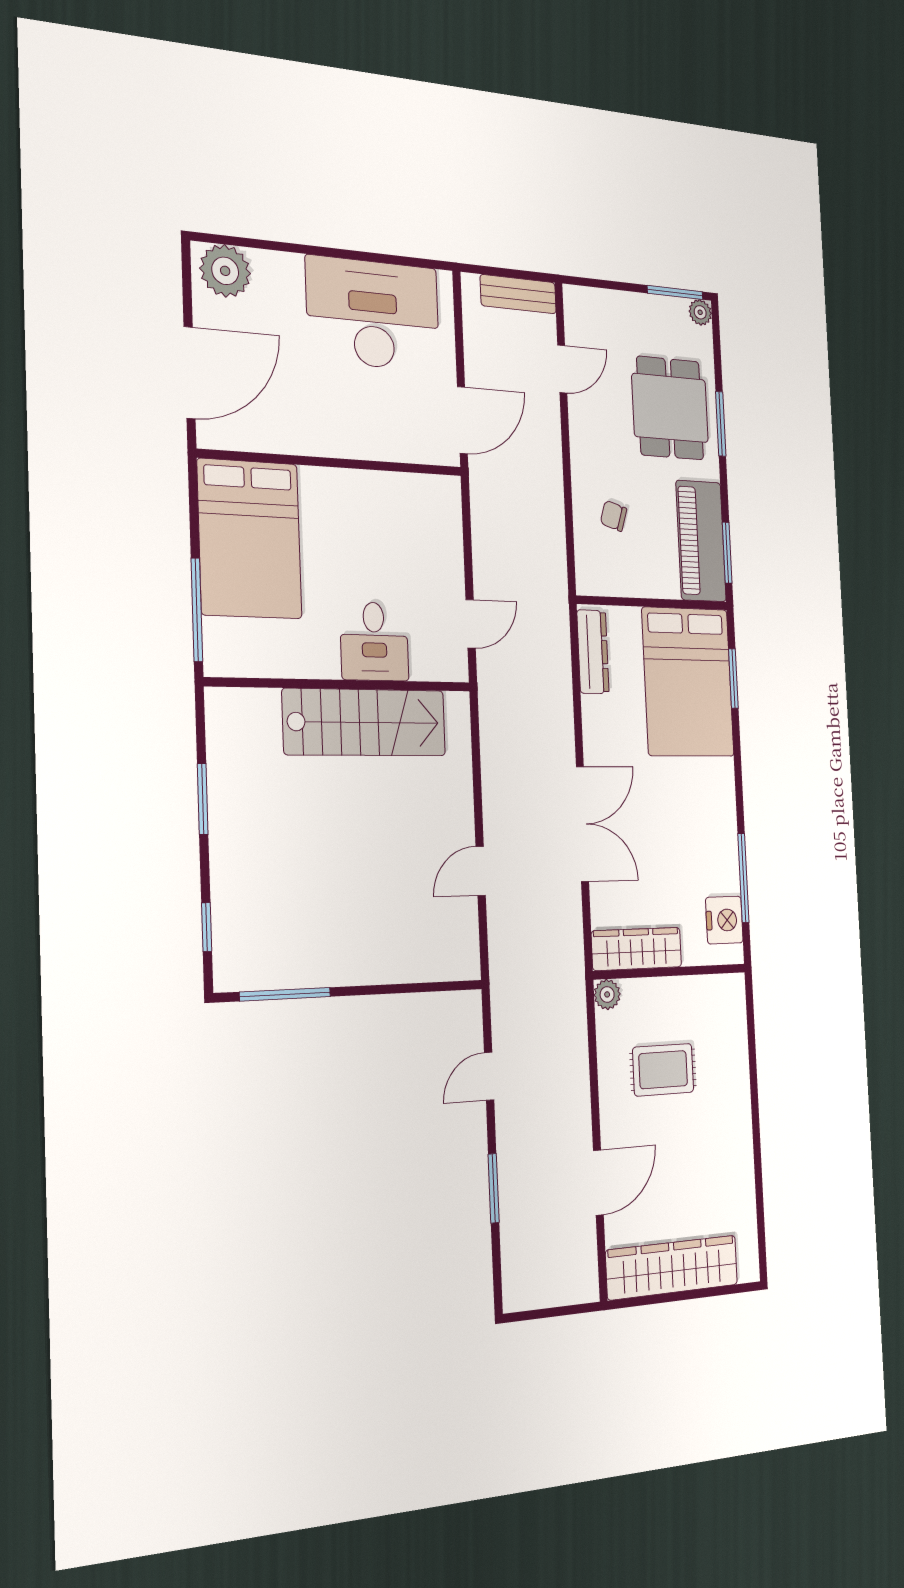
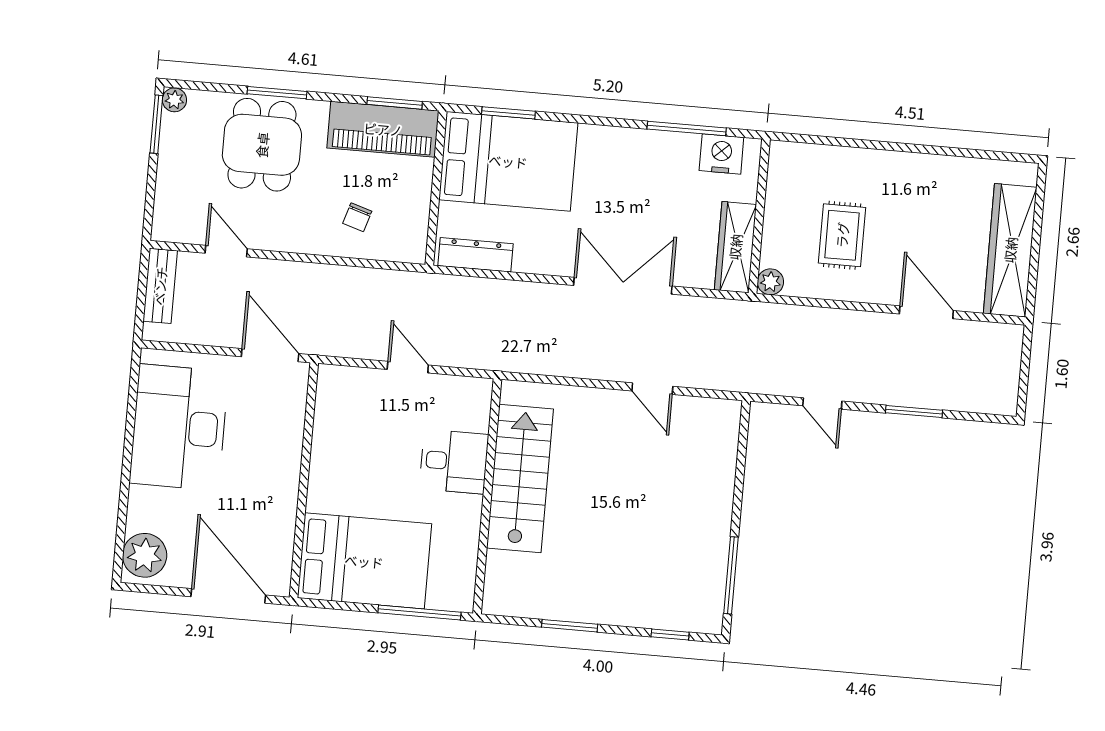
dining table: (670, 408) -> (262, 145), turned 90
door: (471, 624) -> (408, 367), moved

